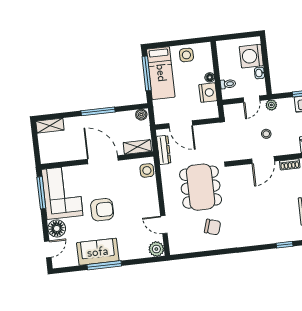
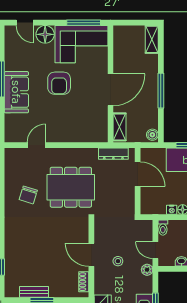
toilet: (228, 84) -> (163, 228), moved
nightstand: (208, 93) -> (172, 210), width x0.53, depth x0.56
door: (181, 124) -> (138, 174), swing flipped
side table: (147, 170) -> (94, 134), removed
plant: (156, 249) -> (12, 134), removed
sofa: (98, 252) -> (16, 92), moved

